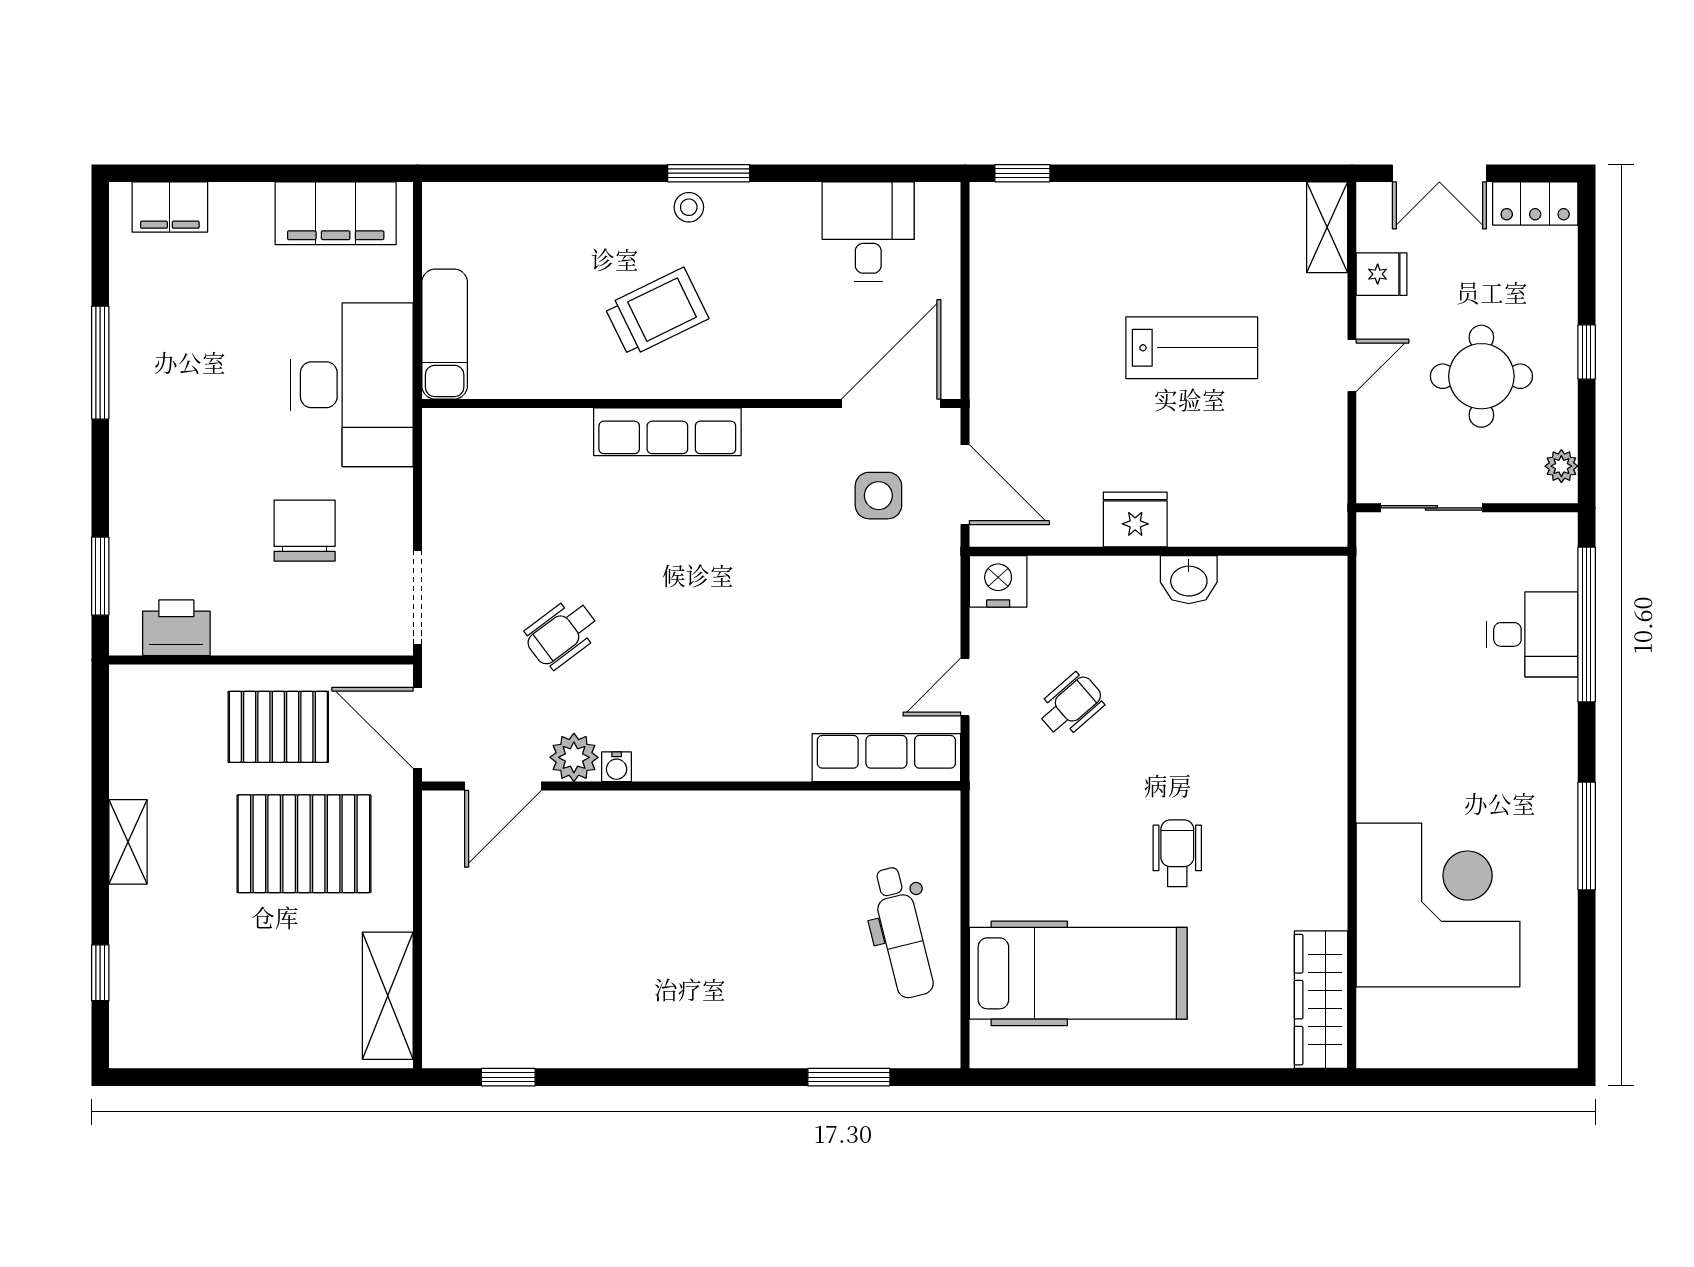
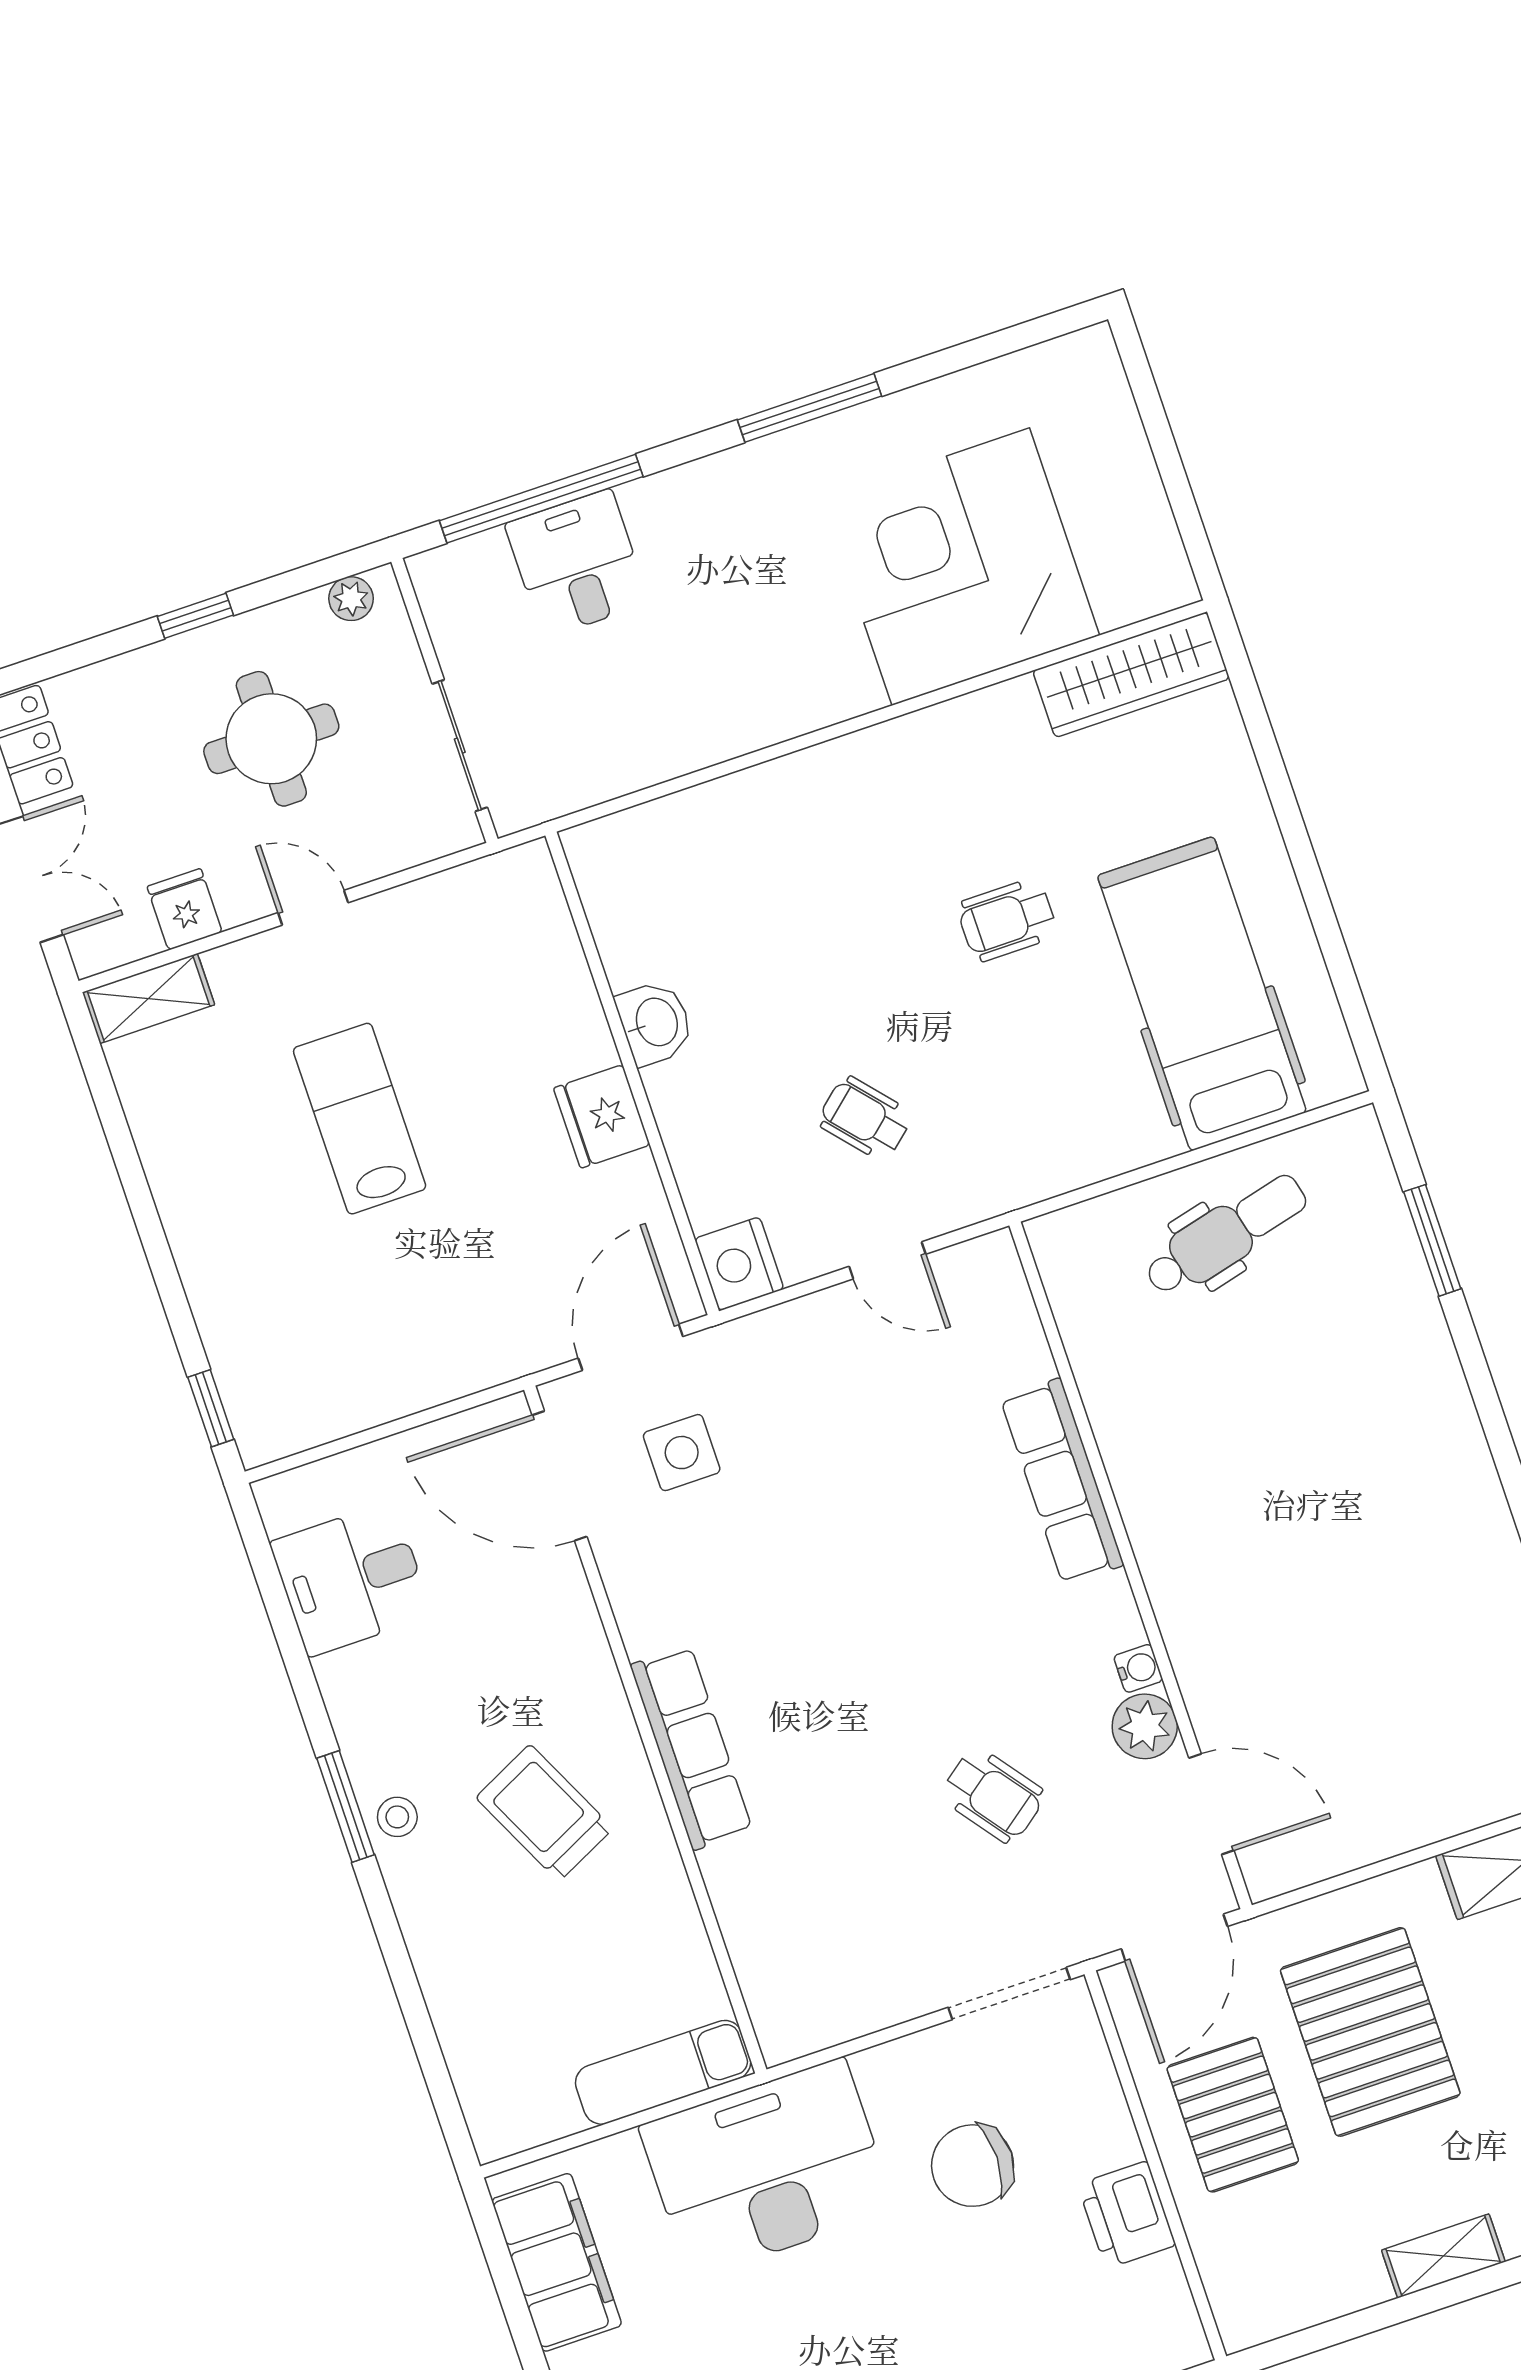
printer: (176, 628) -> (1127, 2215), moved
row of seats: (886, 758) -> (1062, 1482), moved

